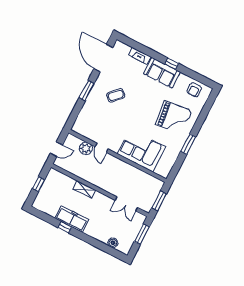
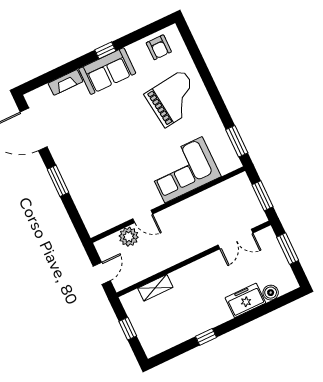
coffee table: (116, 95) -> (91, 149), removed
window: (188, 144) -> (237, 141), moved
shelving: (84, 189) -> (155, 288), moved
freezer: (72, 219) -> (245, 300), moved, width x0.71

